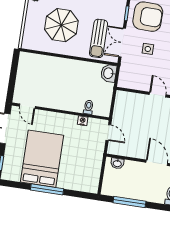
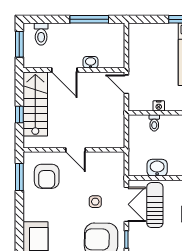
washbasin: (109, 73) -> (157, 168), moved, turned -90
door: (108, 133) -> (126, 84), moved
washbasin: (117, 163) -> (91, 62), moved

